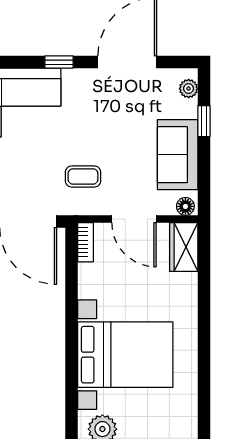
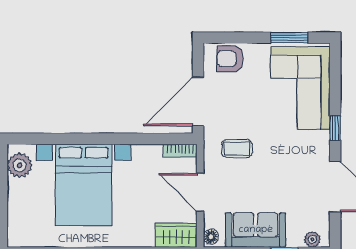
coffee table: (83, 176) -> (237, 149), turned 90
door: (134, 219) -> (200, 192), hinge flipped

